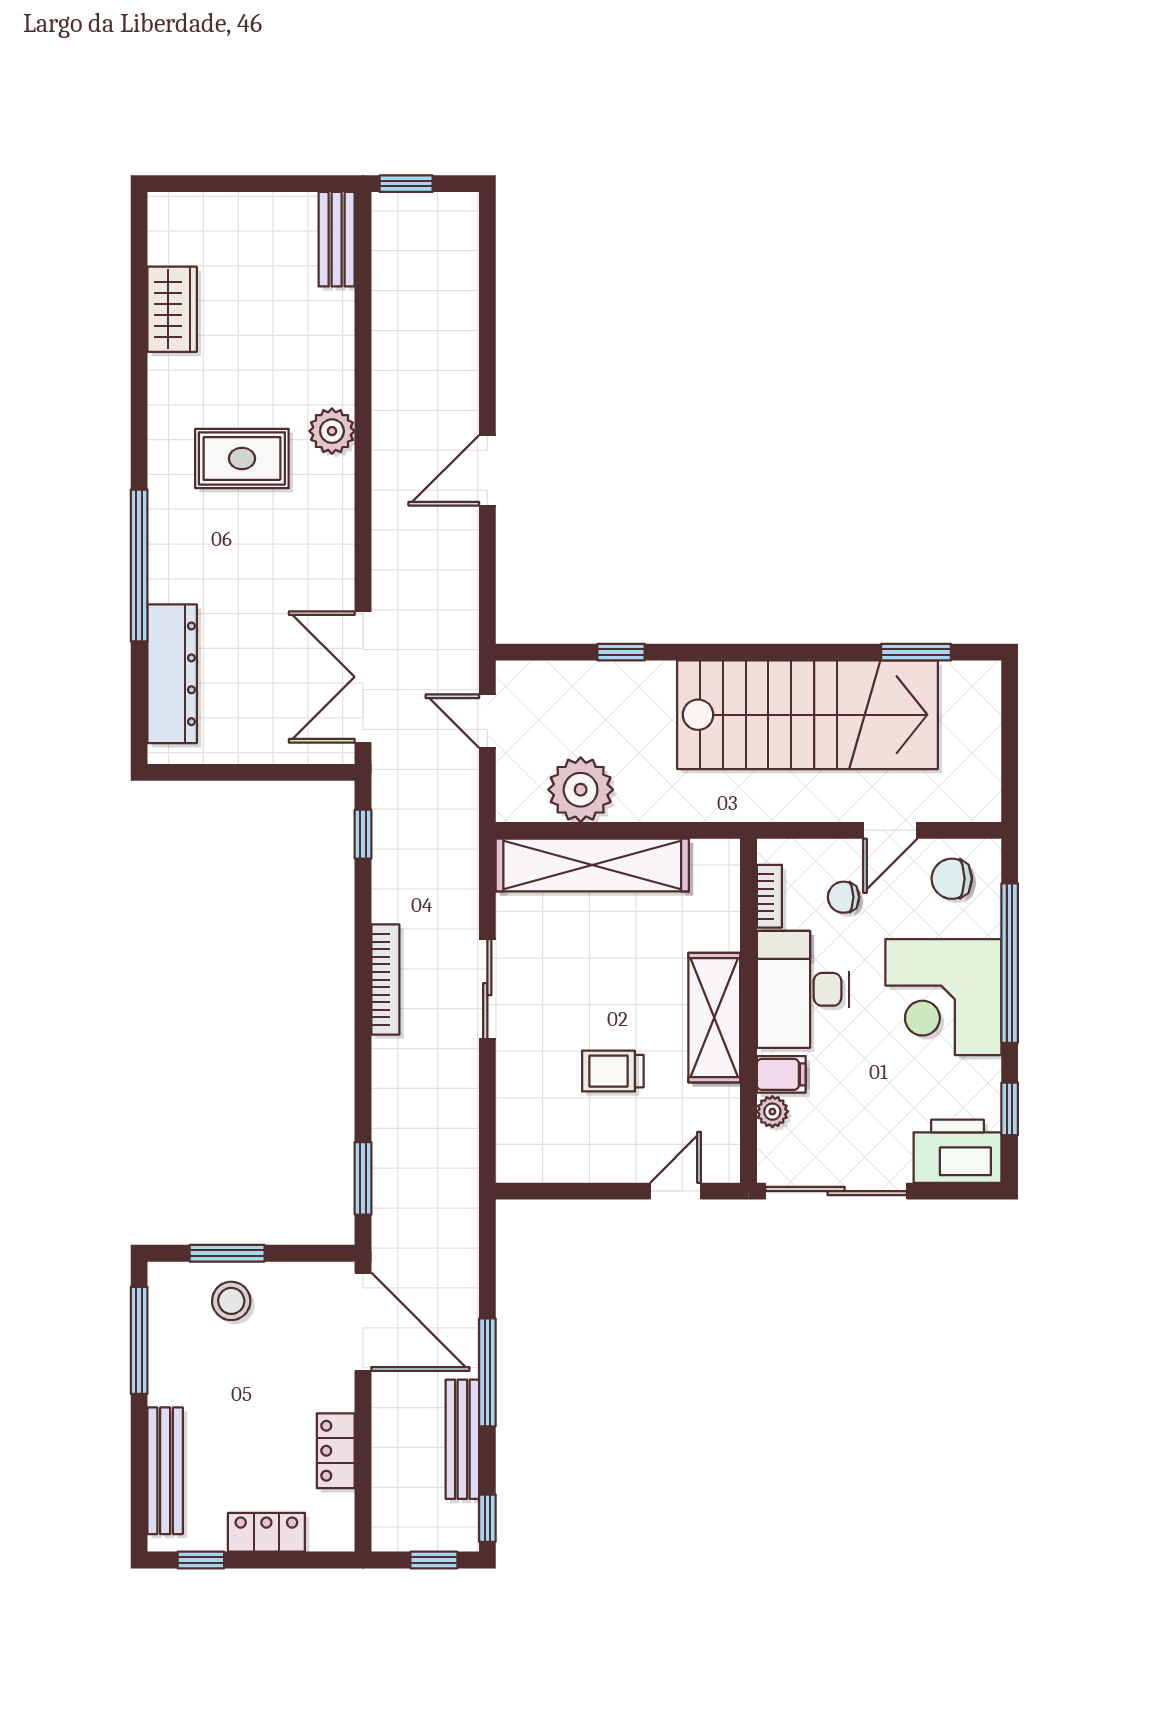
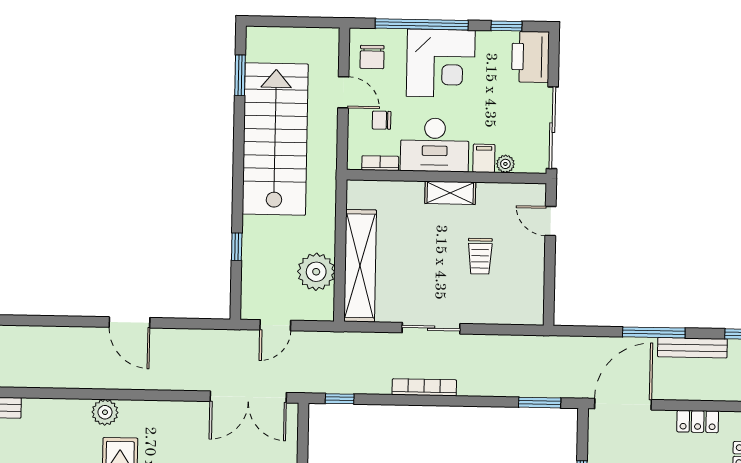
chair: (843, 897) -> (382, 120), turned 90
shelving: (714, 1018) -> (450, 193), width x0.67, depth x0.75

